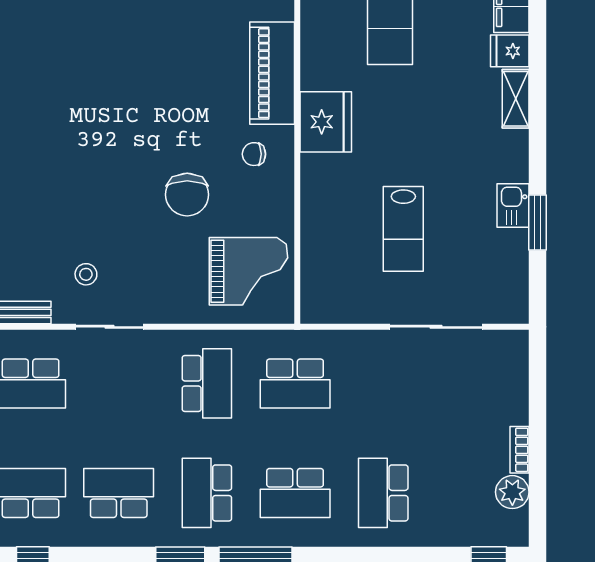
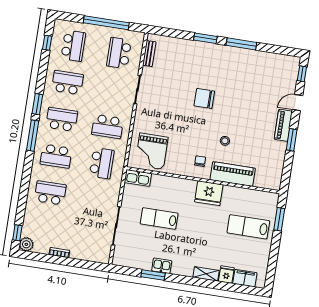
chair: (187, 195) -> (204, 98), moved
stool: (86, 274) -> (225, 141), moved
kitchen sink: (316, 294) -> (138, 178), added
school desk: (295, 383) -> (102, 163), turned 180
plant: (512, 492) -> (26, 244), moved
school desk: (119, 493) -> (68, 83), turned -90
school desk: (295, 493) -> (56, 156), turned -90

